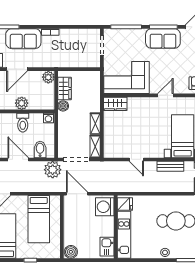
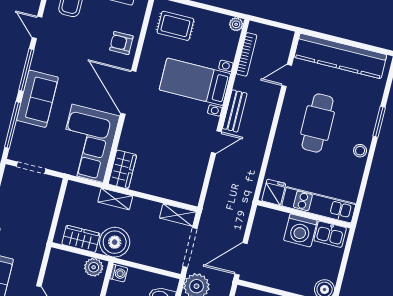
sofa: (163, 38) -> (37, 99), moved
plant: (48, 77) -> (94, 267), moved
door: (165, 95) -> (128, 92), width x1.88
boiler: (63, 106) -> (115, 242), width x1.86, depth x1.86
shelving: (95, 124) -> (115, 199), moved
door: (136, 159) -> (216, 142), moved
washing machine: (105, 207) -> (300, 230), moved

